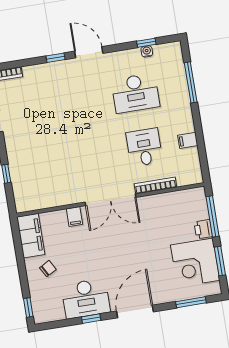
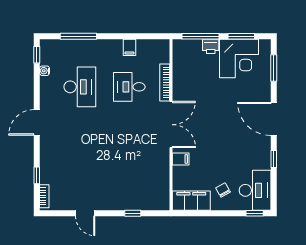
window: (146, 43) -> (37, 55), moved
window: (56, 58) -> (37, 175), moved
desk: (86, 298) -> (255, 190), moved

